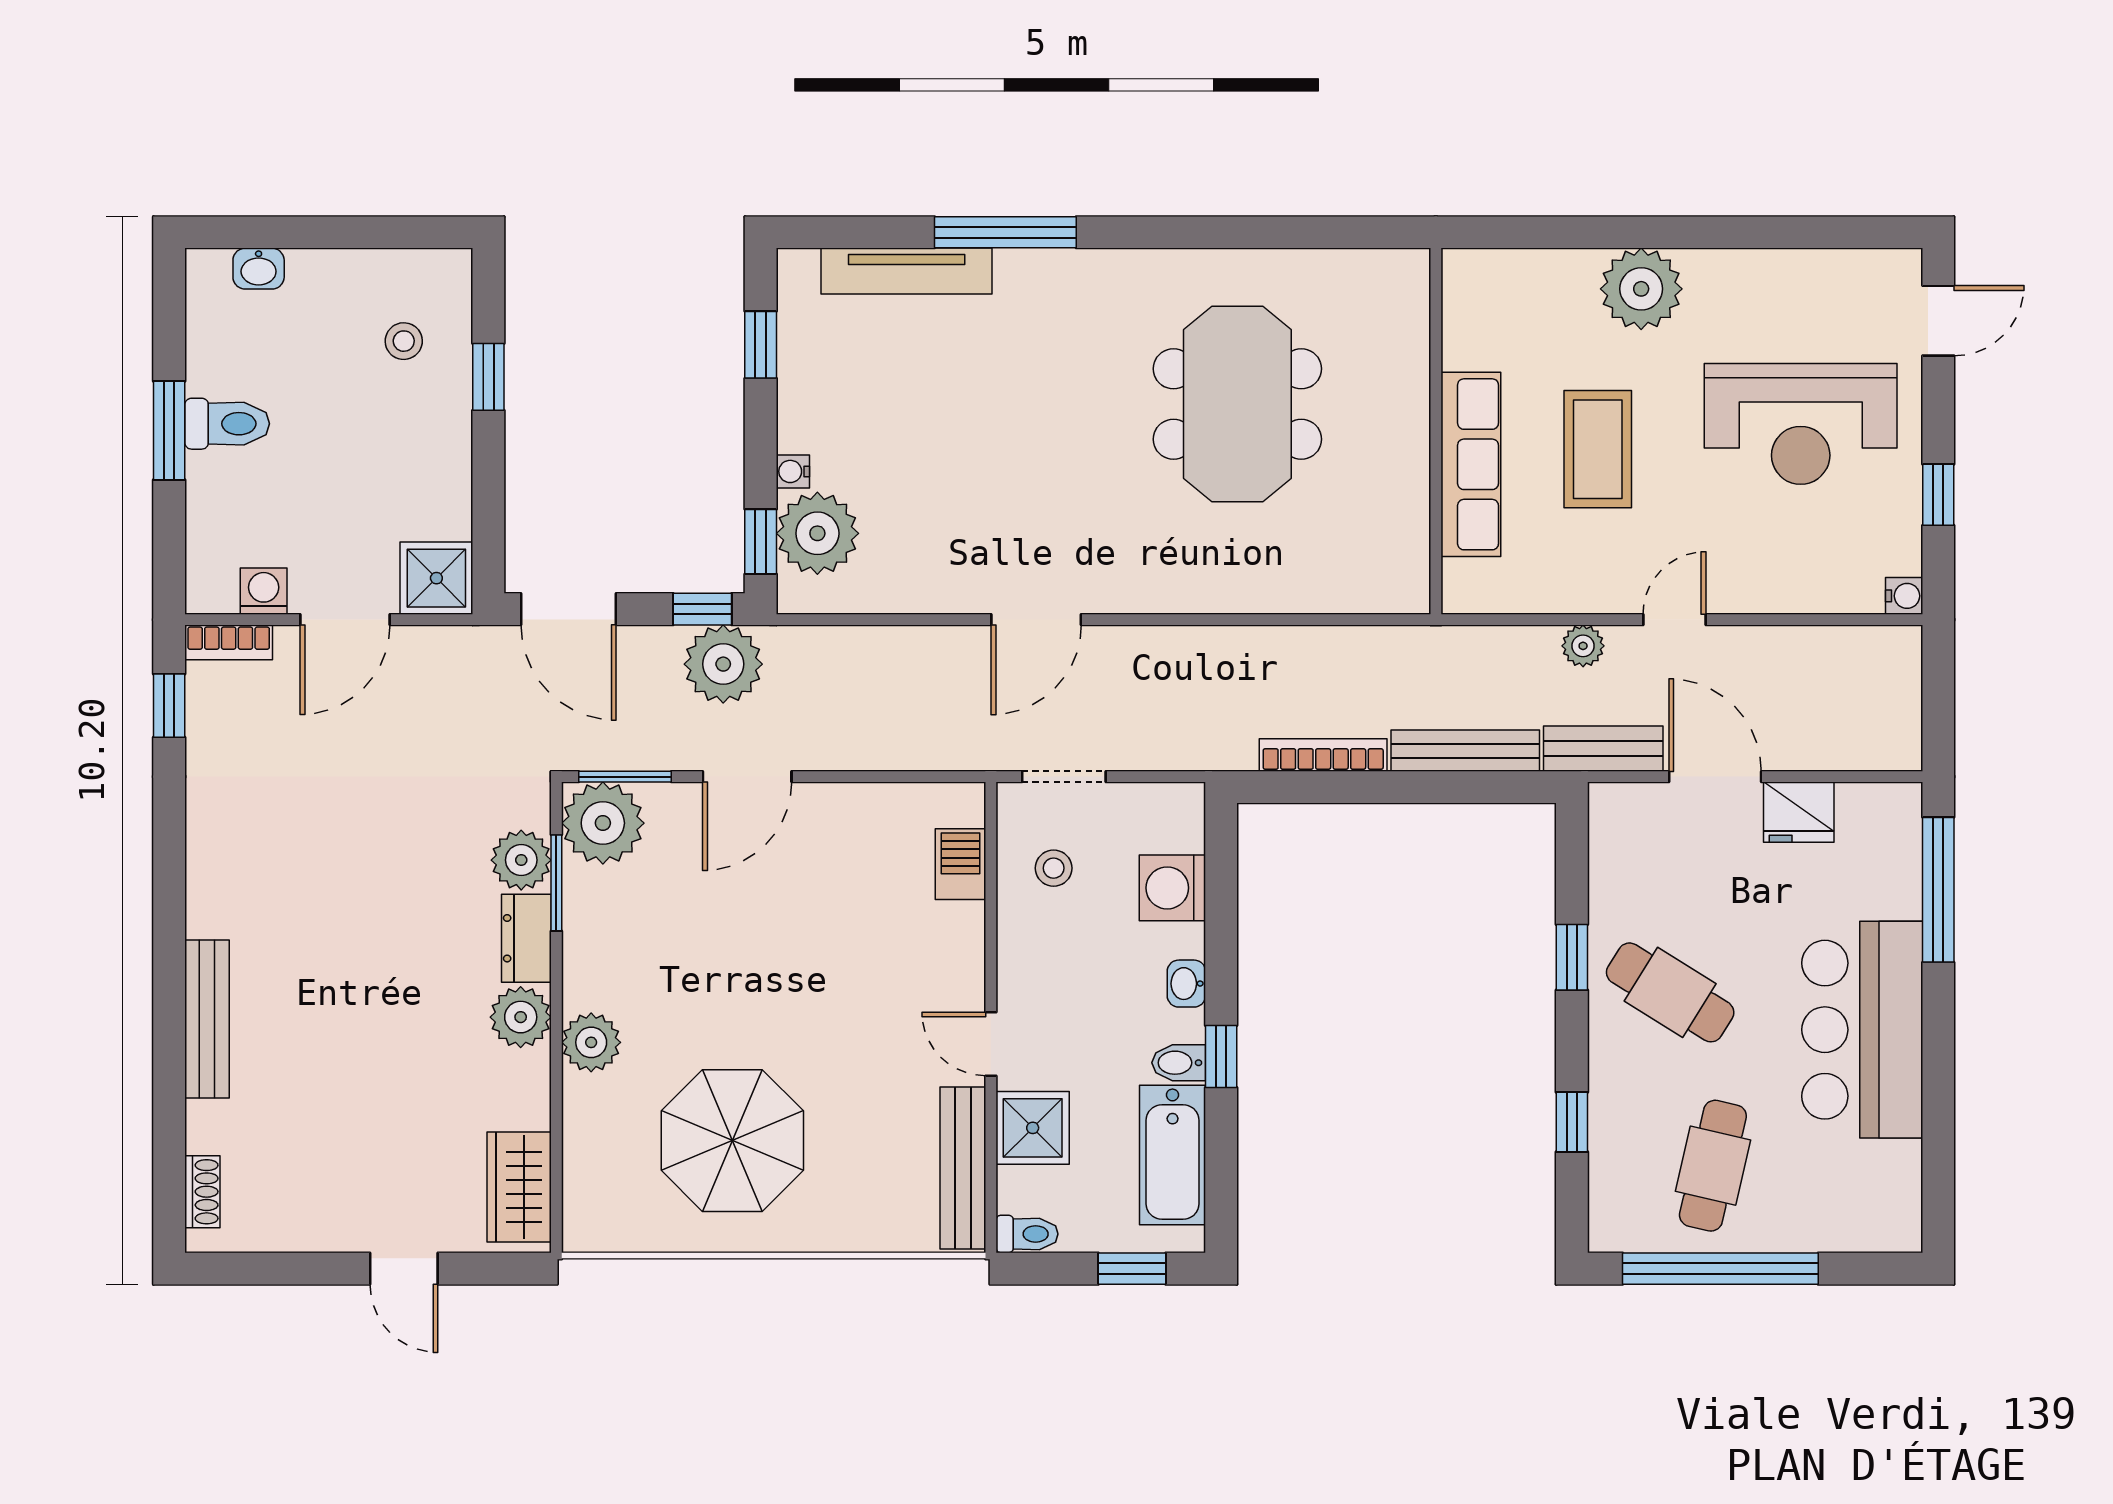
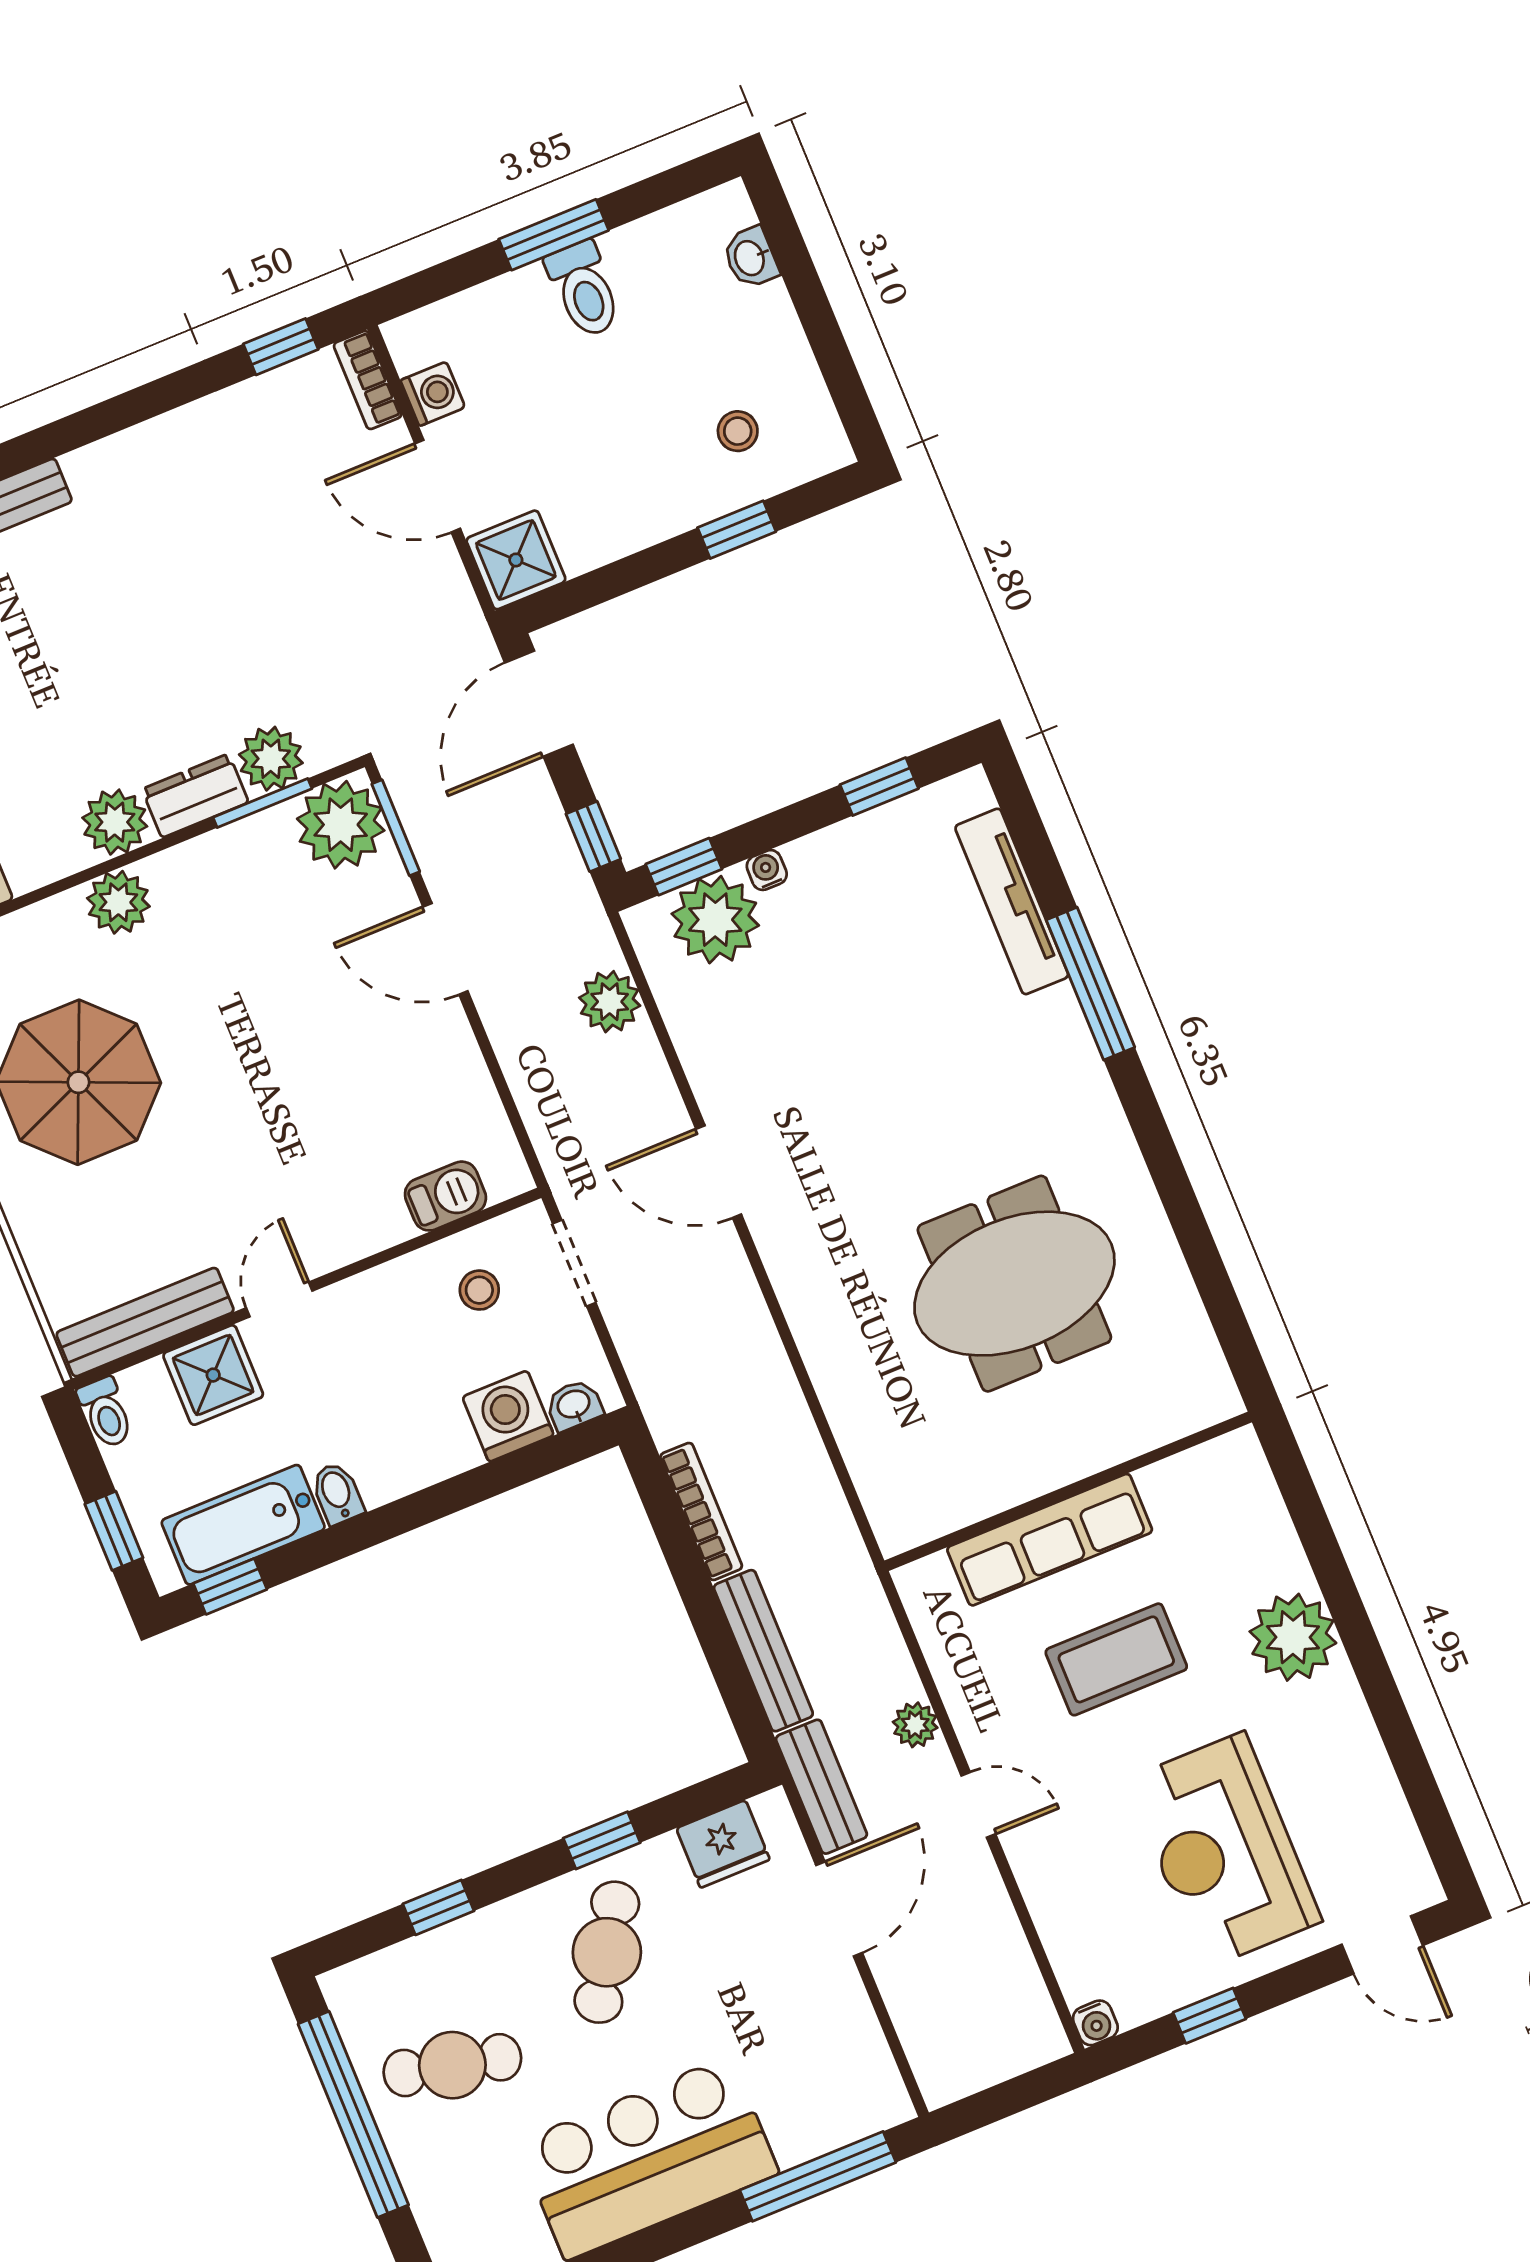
plant: (723, 664) -> (610, 1002), moved, width x0.73, depth x0.73
fridge: (1799, 812) -> (723, 1844), moved, turned -90
washbasin: (1186, 984) -> (574, 1405), moved
window: (1221, 1057) -> (230, 1586), moved

